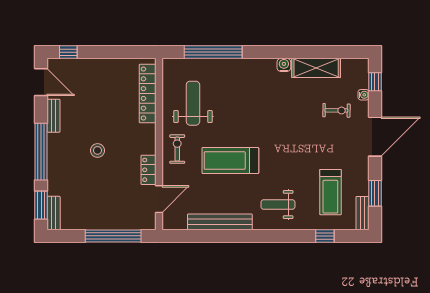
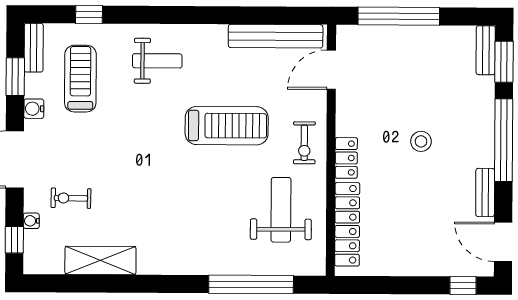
water cooler: (284, 65) -> (34, 109), moved, turned 90
weight bench: (193, 103) -> (281, 210), turned 180
locker: (148, 170) -> (346, 158), moved
bench: (220, 222) -> (276, 36), moved

